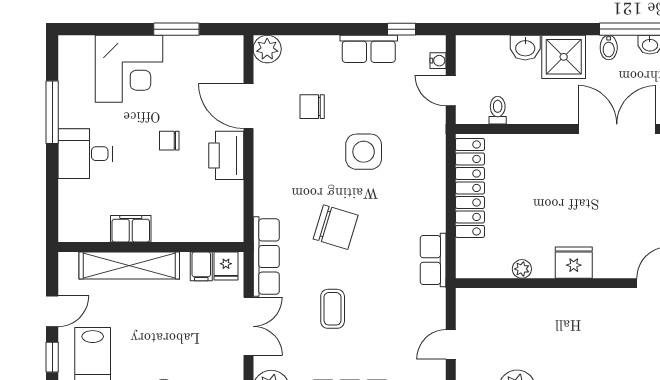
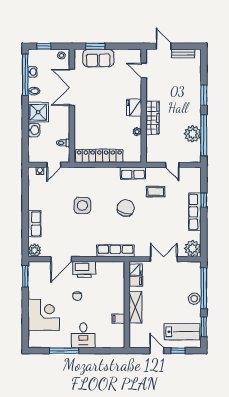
window: (176, 29) -> (25, 276), moved
window: (401, 29) -> (25, 188), removed
row of seats: (369, 49) -> (34, 224), moved
chair: (312, 107) -> (61, 229), removed
chair: (336, 227) -> (126, 208), moved
filing cabinet: (131, 229) -> (118, 319), width x0.50
row of seats: (266, 257) -> (115, 251), moved
shelving: (129, 266) -> (135, 307), width x0.68
wardrobe: (551, 302) -> (152, 118), added
coffee table: (333, 309) -> (156, 191), moved

